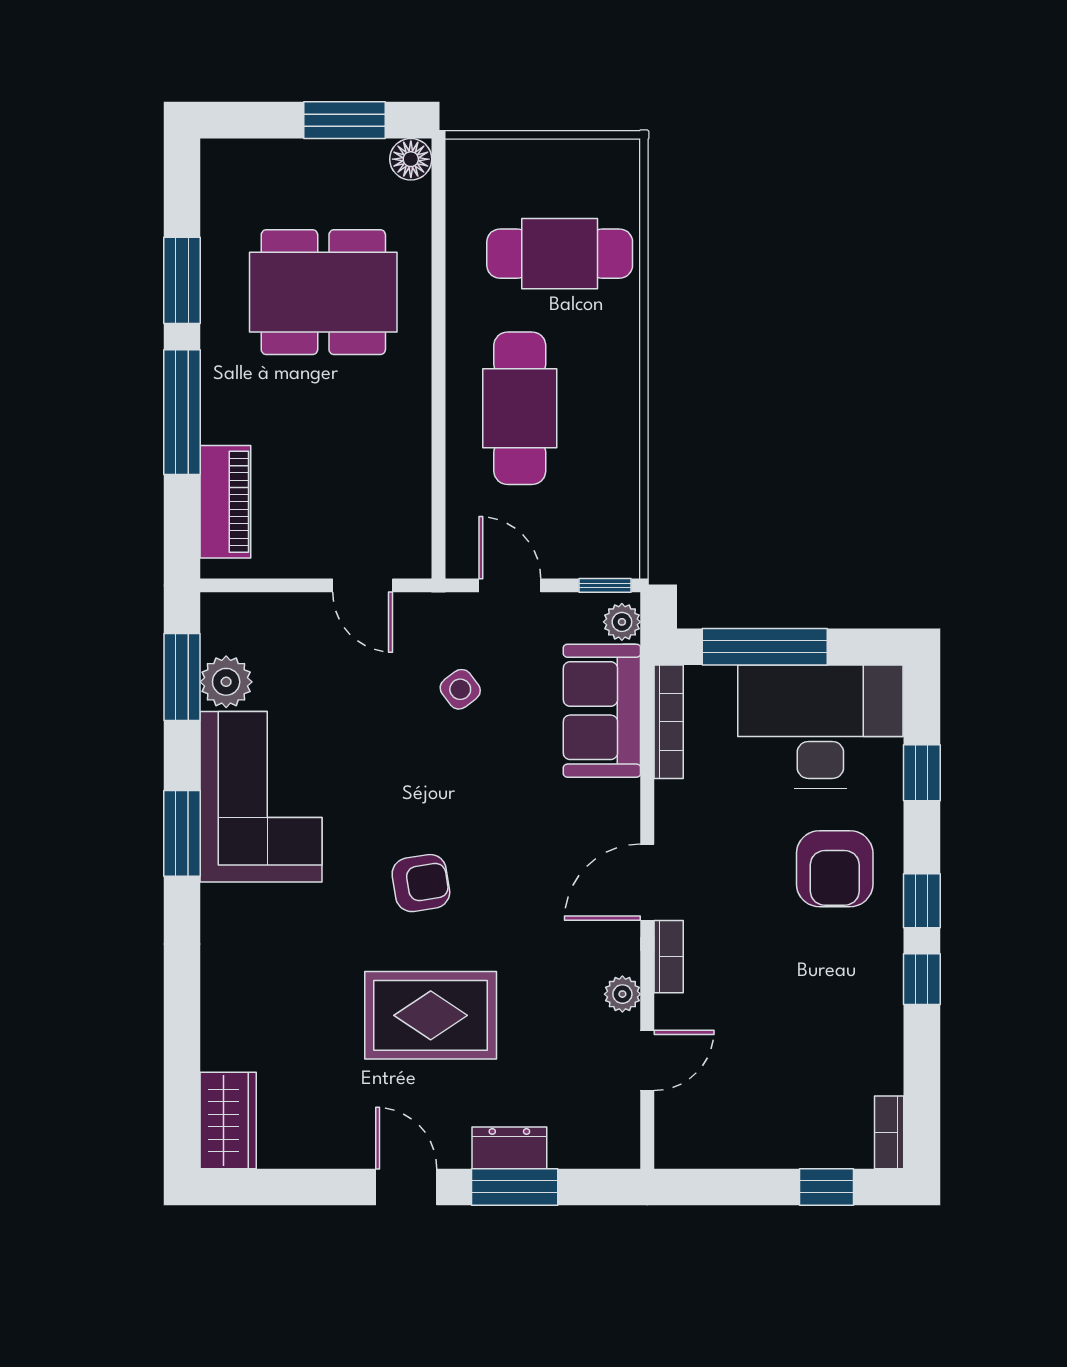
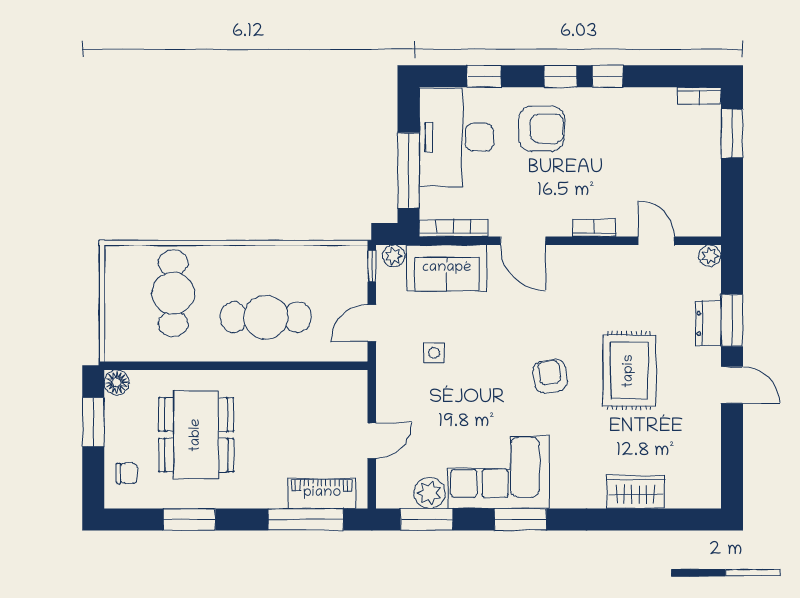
chair: (259, 176) -> (127, 473), added
window: (182, 412) -> (306, 519), moved
door: (363, 585) -> (372, 441), moved
side table: (460, 689) -> (434, 353), turned 37
door: (647, 882) -> (523, 241), moved
plant: (622, 994) -> (710, 256), moved
wardrobe: (228, 1120) -> (636, 492), moved
door: (406, 1187) -> (732, 385), swing flipped
window: (827, 1187) -> (732, 133), width x1.50

